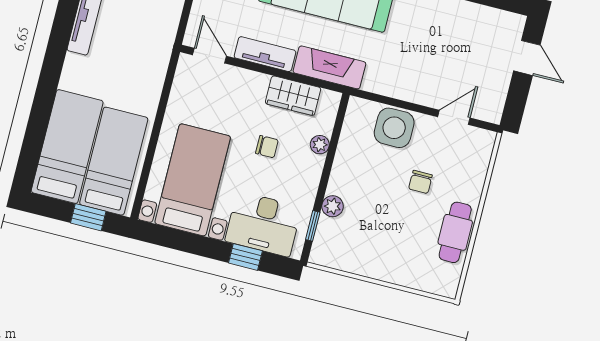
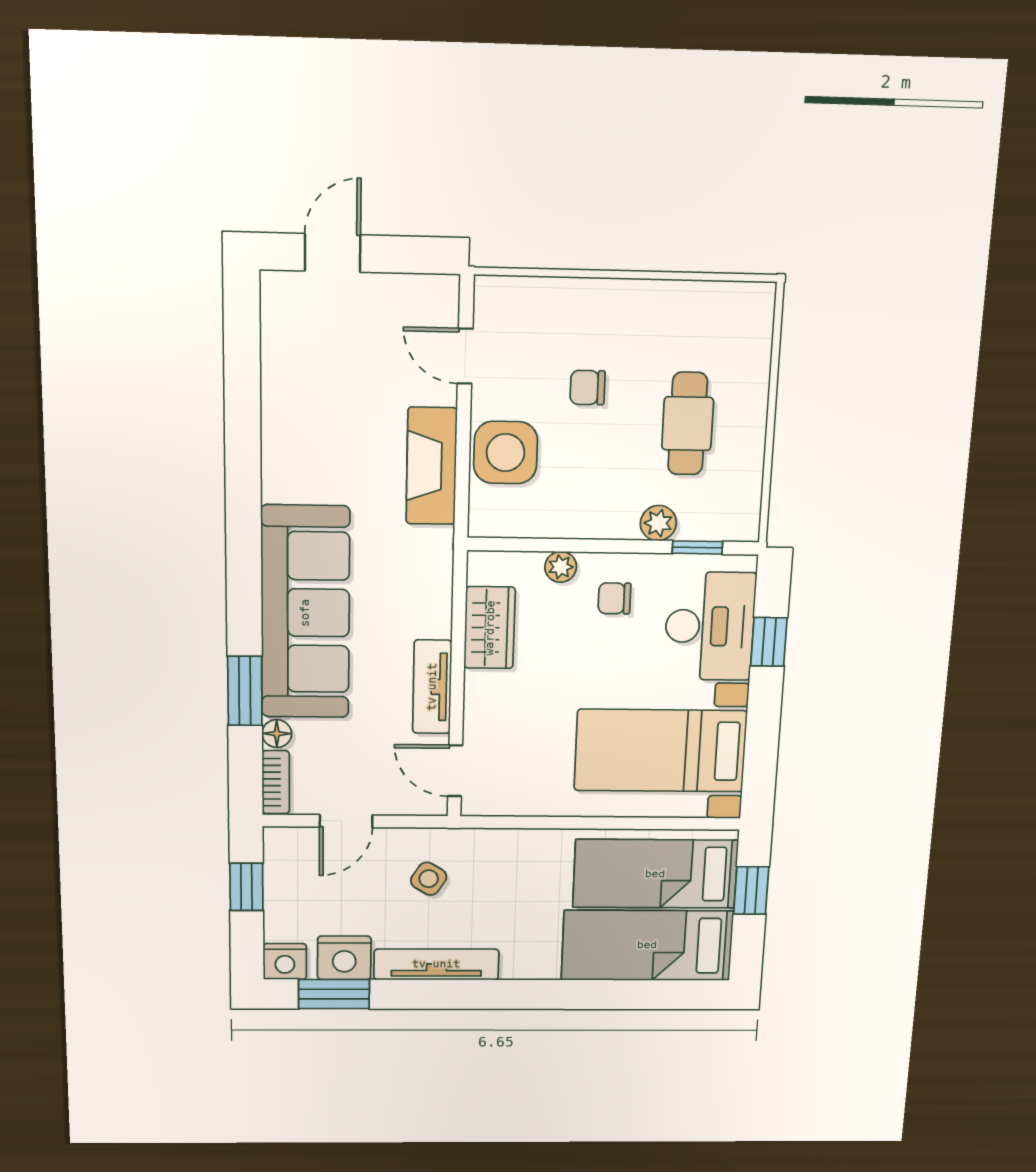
side table: (144, 24) -> (429, 879), added
door: (209, 56) -> (455, 771), hinge flipped
fireplace: (329, 67) -> (432, 466), moved
chair: (267, 147) -> (614, 598), moved, turned -90
chair: (420, 182) -> (587, 388), turned 180
cafe table: (455, 232) -> (688, 424), moved, turned 90

